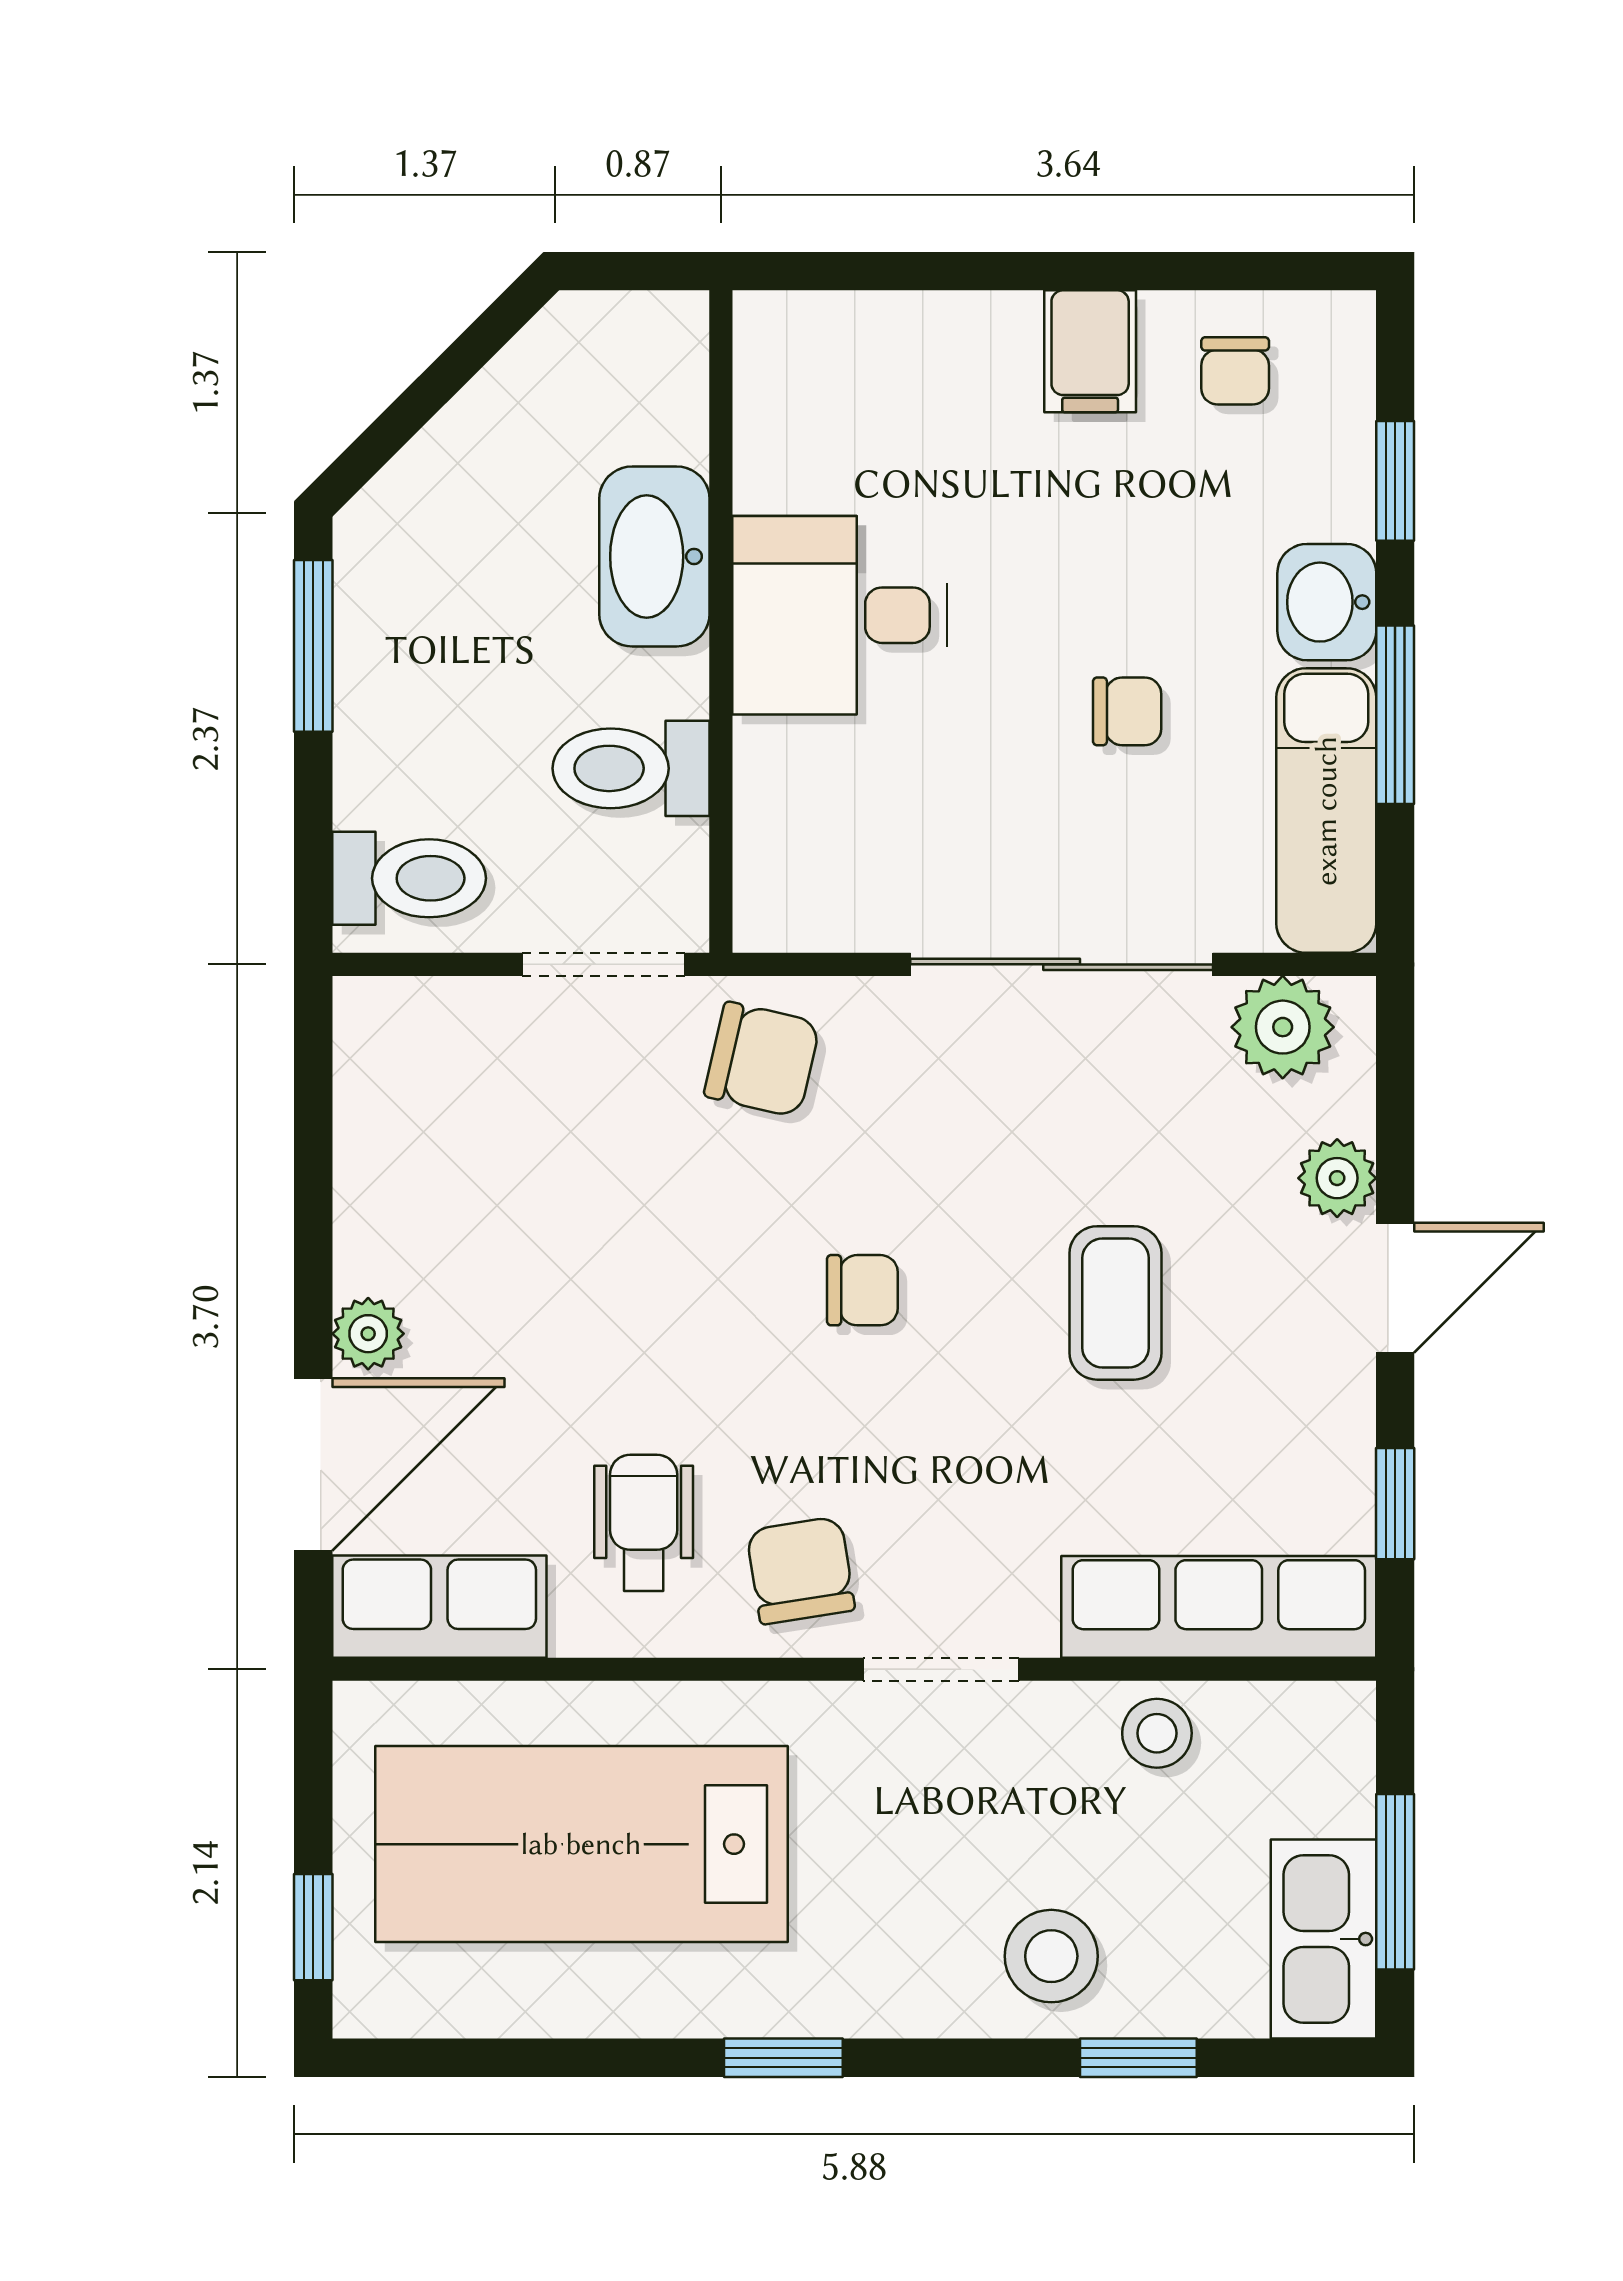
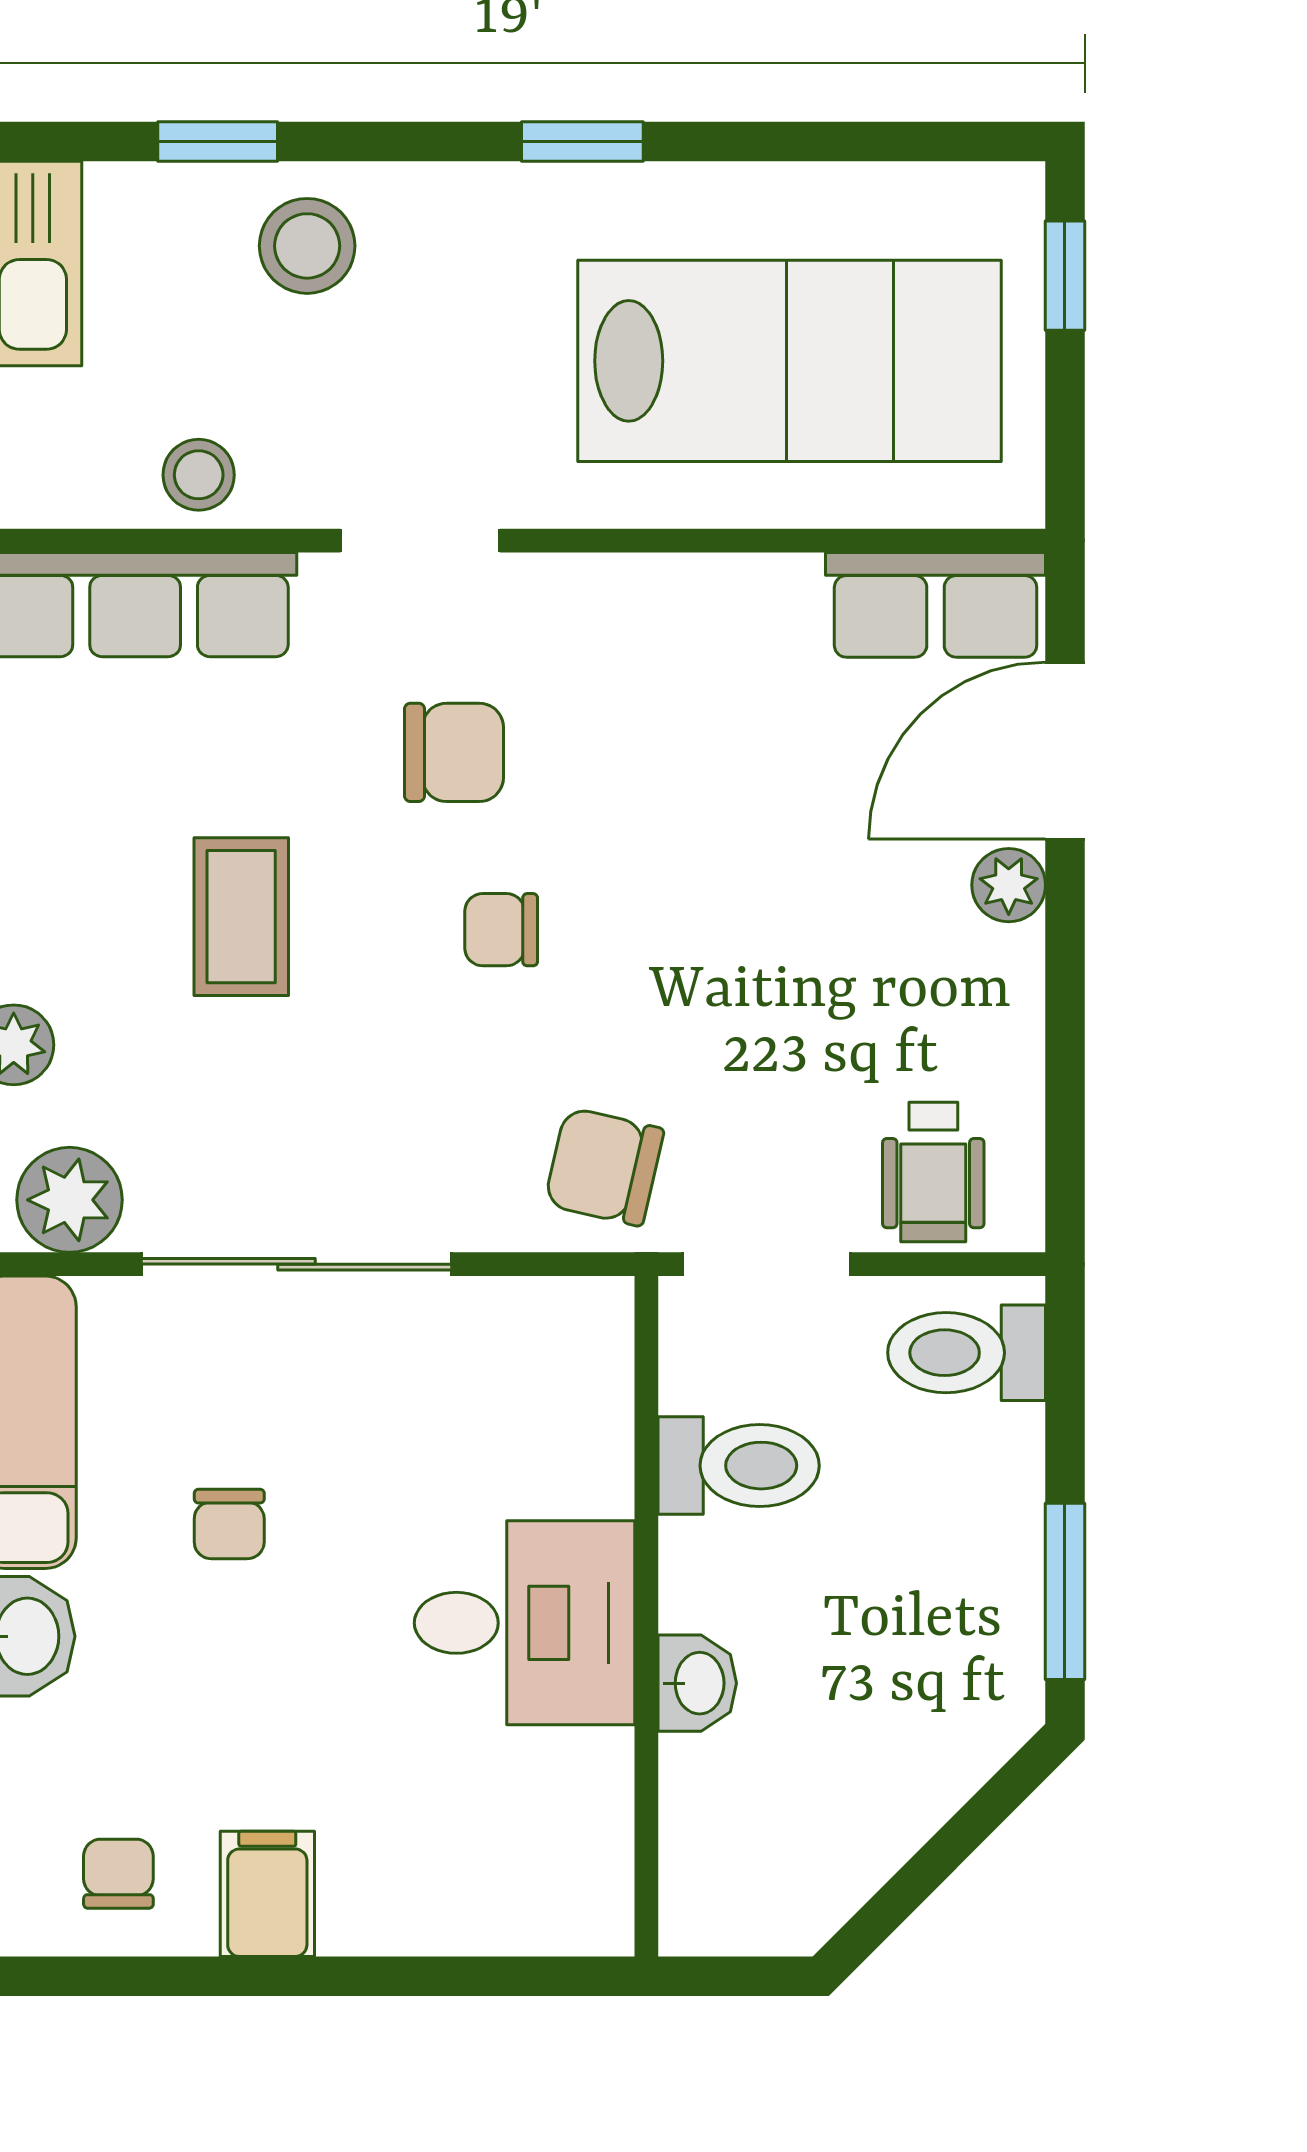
washbasin: (654, 556) -> (697, 1683), width x0.52, depth x0.69
chair: (1127, 711) -> (229, 1524), turned -90
wheelchair: (644, 1523) -> (933, 1172), moved
chair: (801, 1570) -> (454, 752), moved, turned -81

